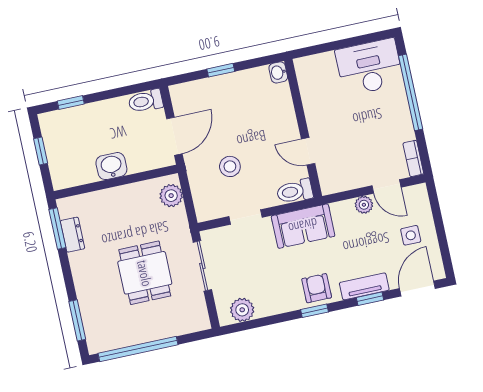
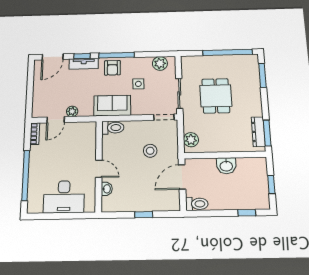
desk: (369, 67) -> (64, 197), moved
washbasin: (278, 72) -> (107, 189), moved
door: (308, 151) -> (99, 169), moved
door: (386, 186) -> (56, 120), swing flipped
doorway: (246, 217) -> (164, 117), moved
dresser: (72, 235) -> (258, 132), width x1.44
side table: (411, 235) -> (138, 84), moved
window: (315, 311) -> (117, 55), width x2.17

